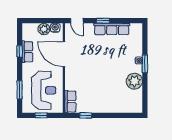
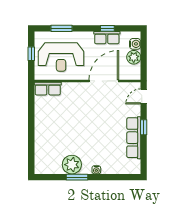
water cooler: (55, 28) -> (135, 44), moved
window: (145, 64) -> (77, 177), moved
window: (86, 115) -> (31, 107), removed

